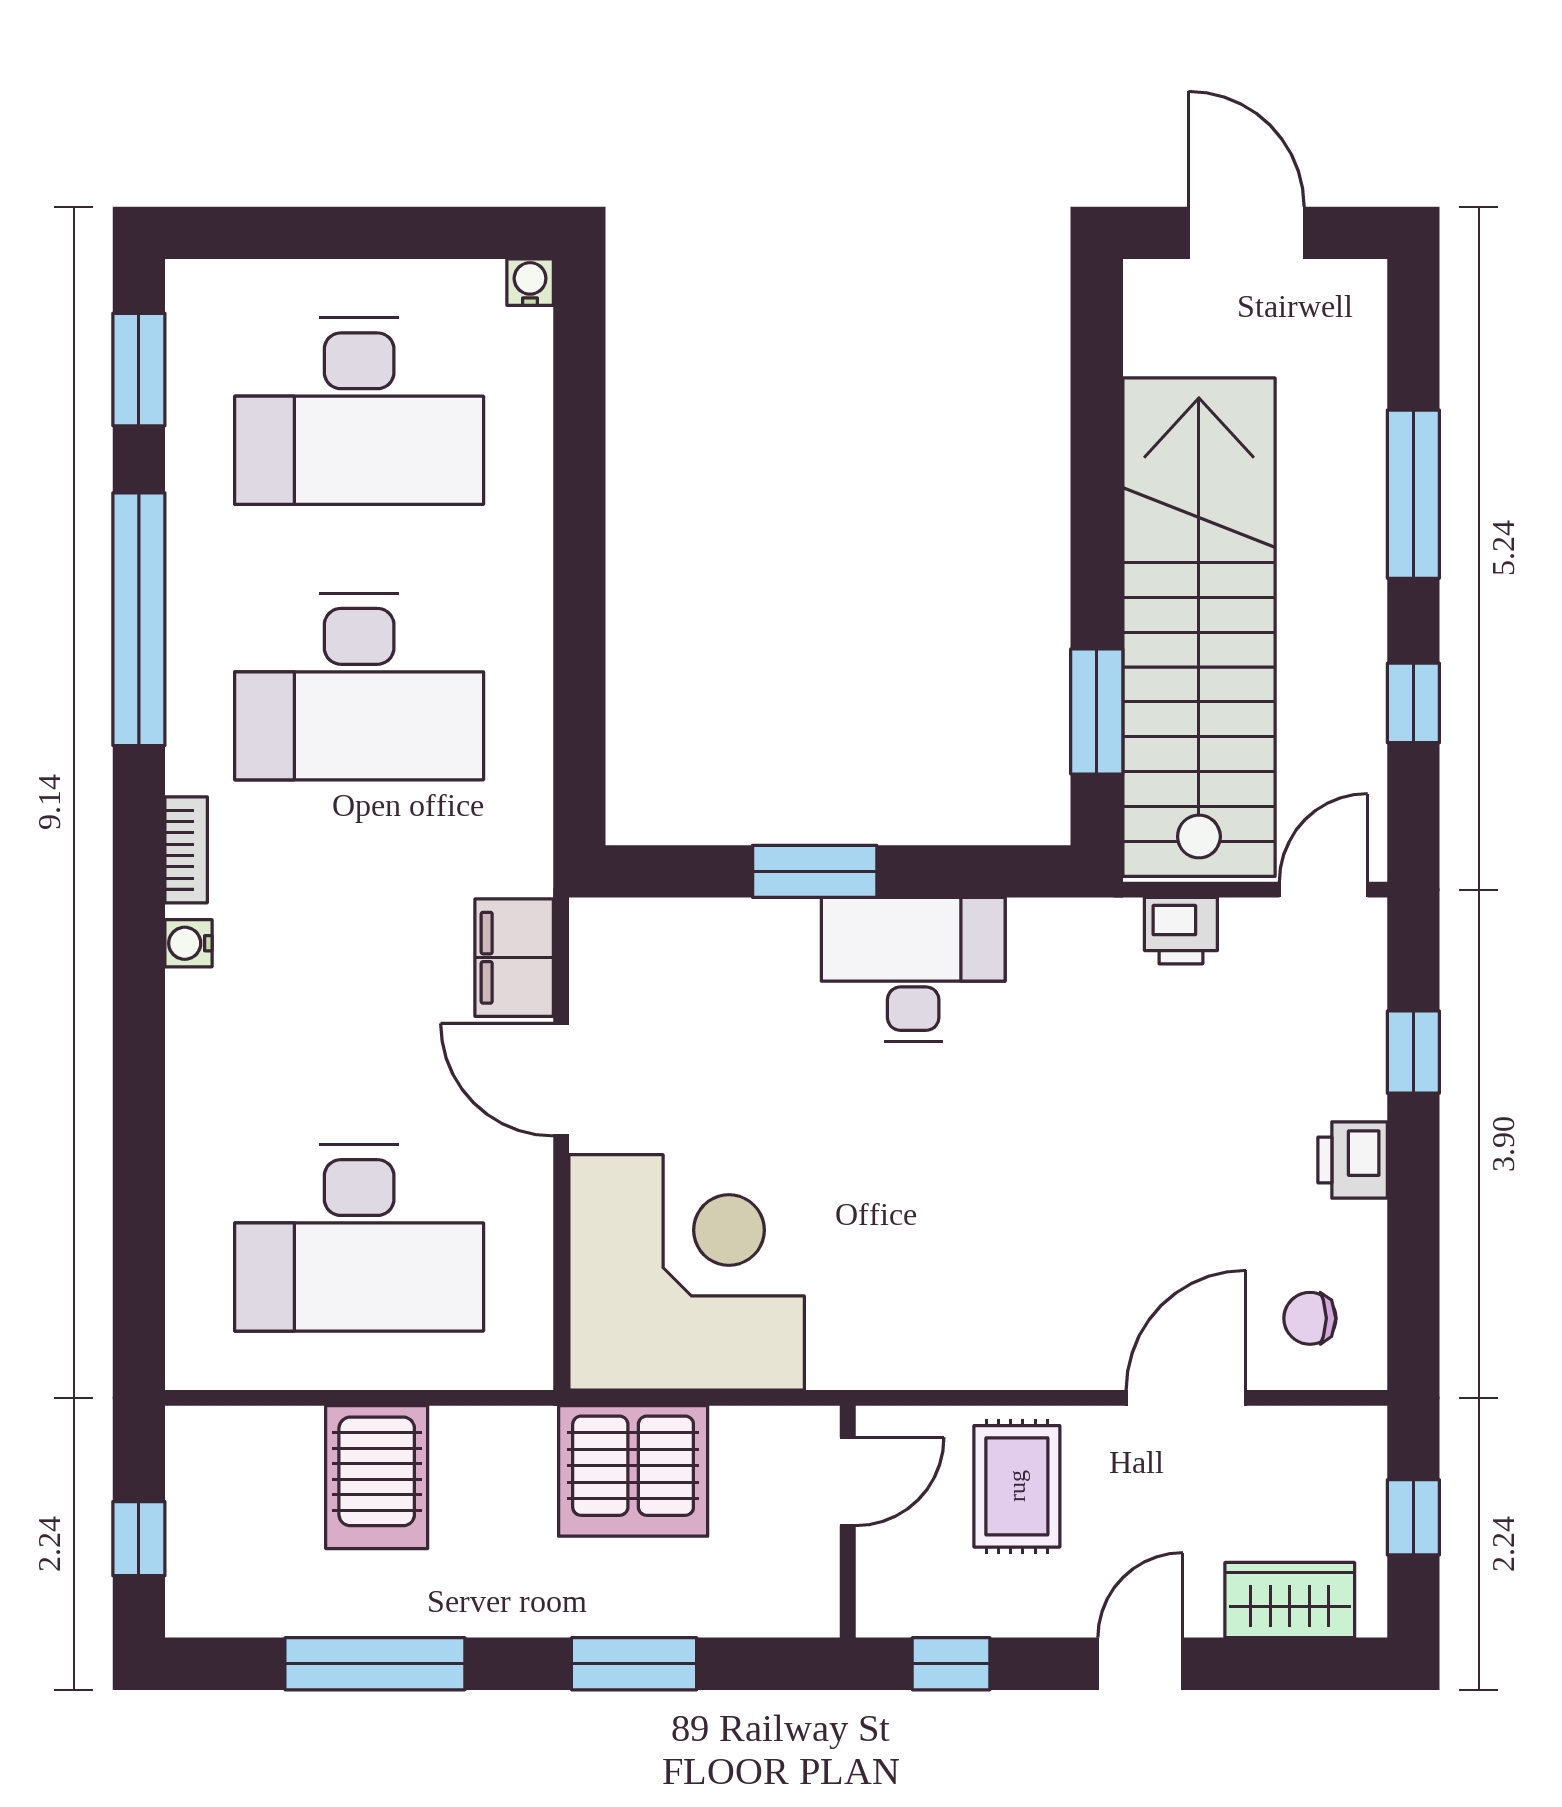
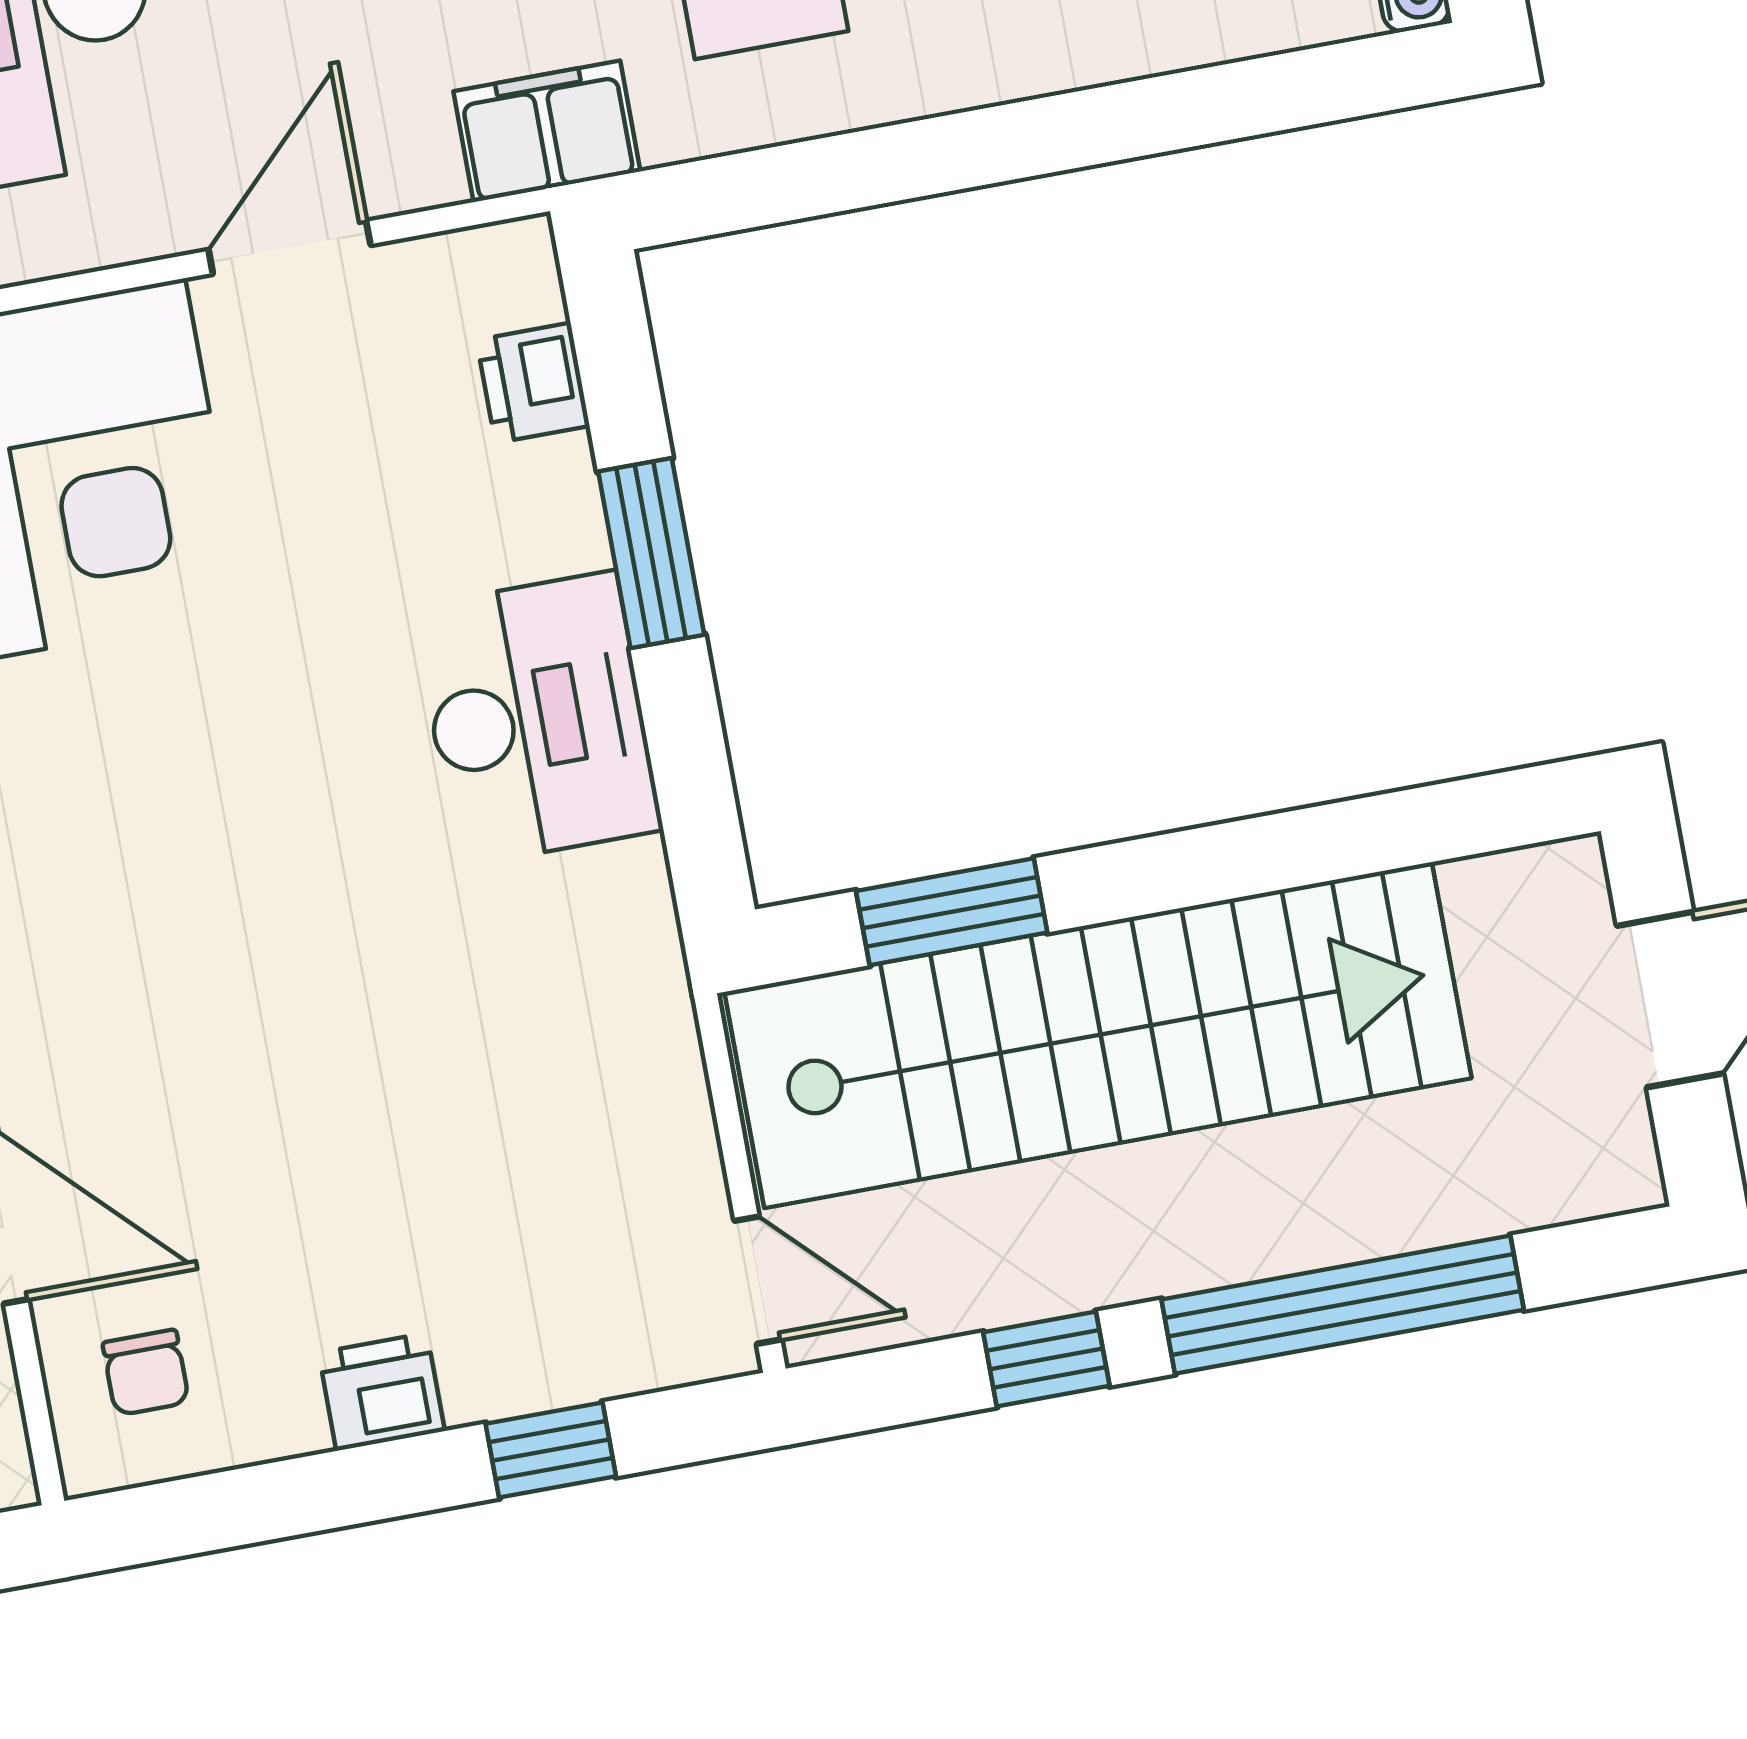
window: (1413, 494) -> (1343, 1305), width x1.46
printer: (1181, 931) -> (533, 383), moved
filing cabinet: (514, 958) -> (547, 131), moved
chair: (1310, 1318) -> (146, 1372), turned 180

